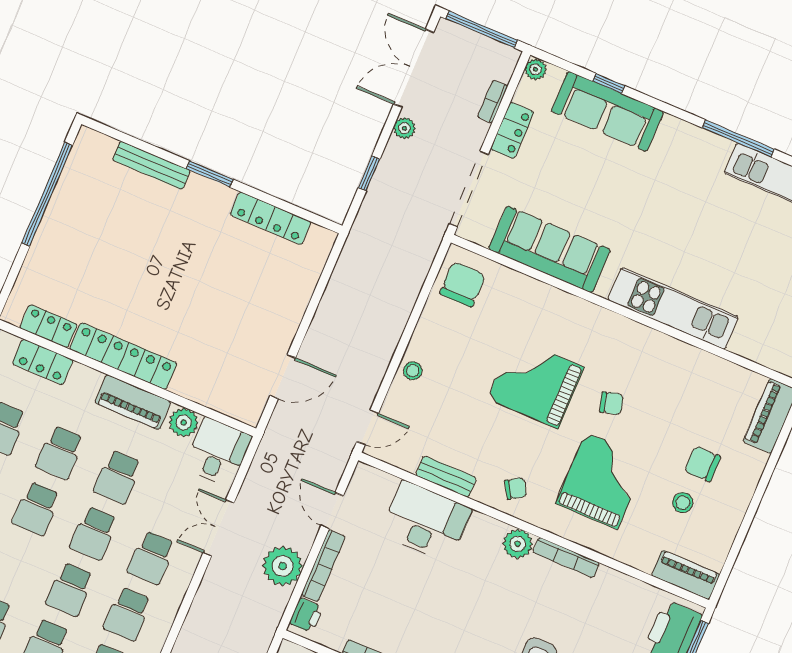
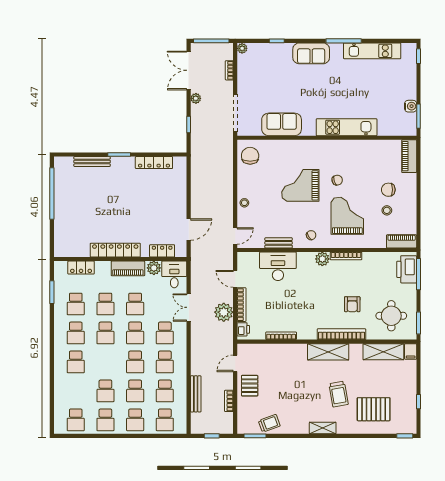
sofa: (607, 111) -> (311, 53), moved, width x0.73
locker: (512, 130) -> (243, 79), removed
sofa: (549, 249) -> (282, 124), width x0.73
locker: (49, 326) -> (162, 251), moved

